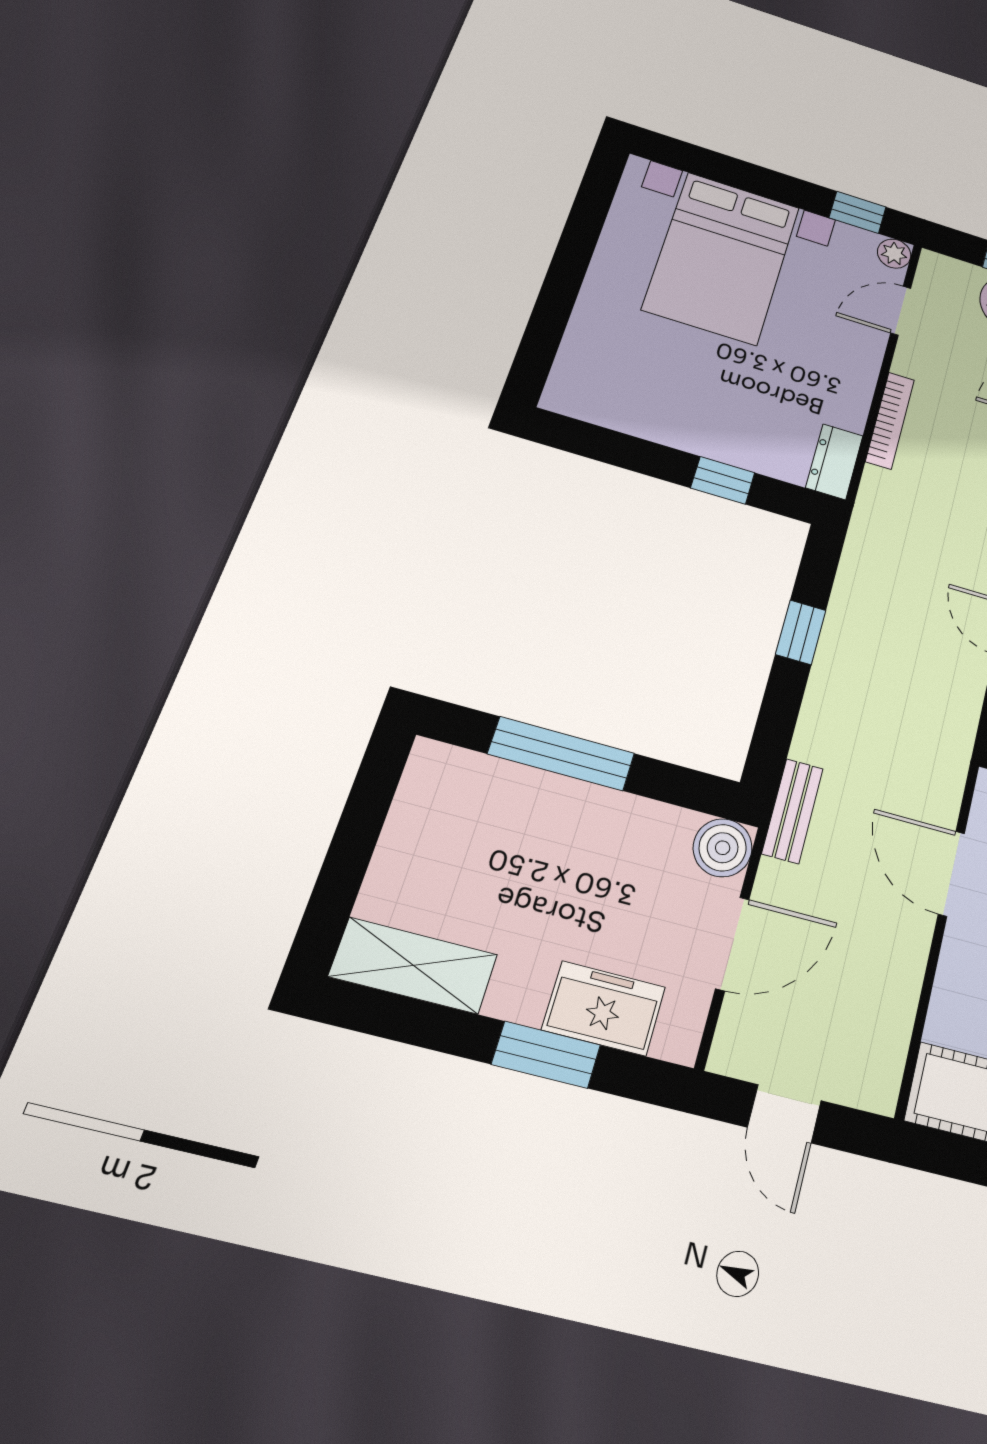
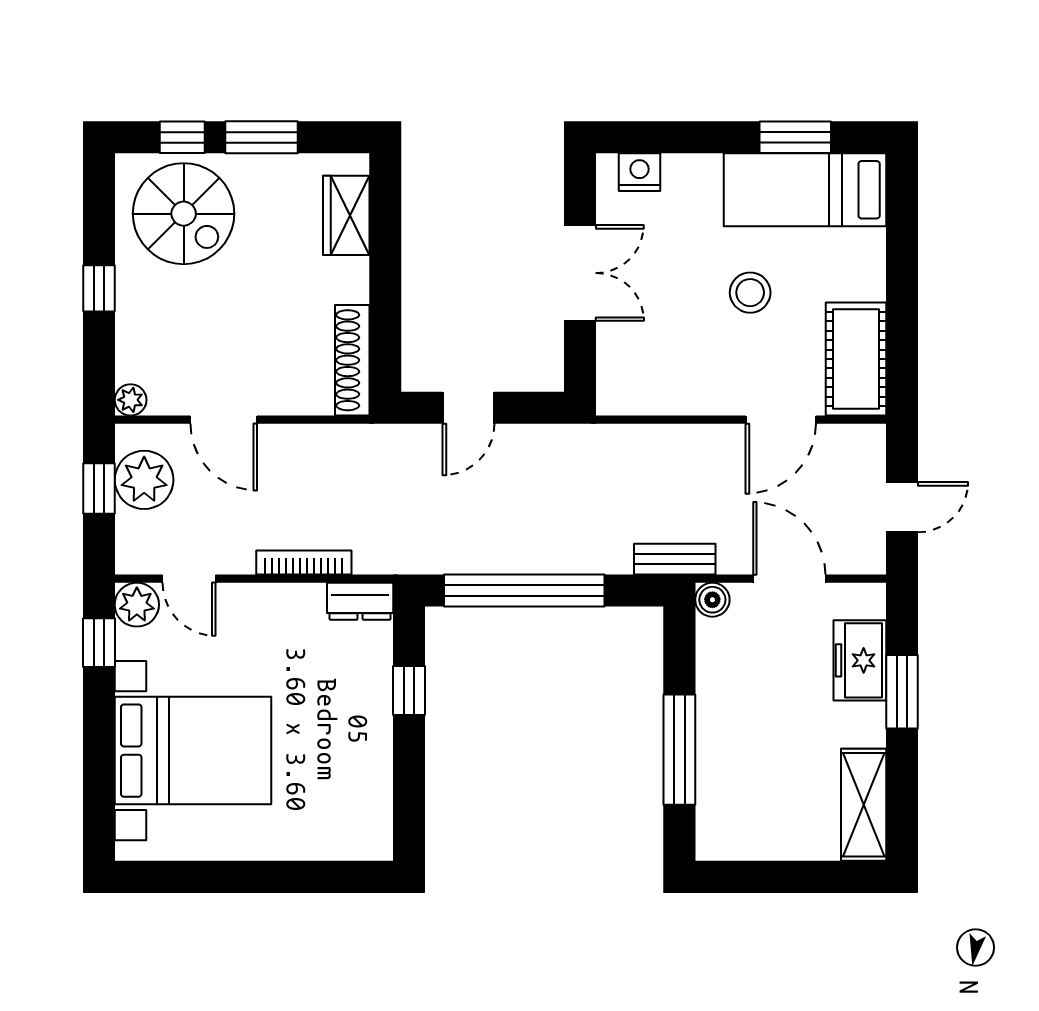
plant: (894, 254) -> (137, 605), width x1.38, depth x1.38
window: (801, 632) -> (524, 591), width x3.17
boiler: (723, 848) -> (712, 600), width x0.73, depth x0.73
door: (951, 874) -> (781, 420), moved

